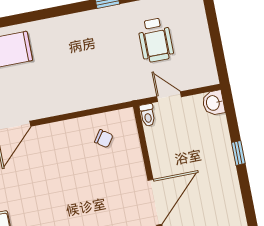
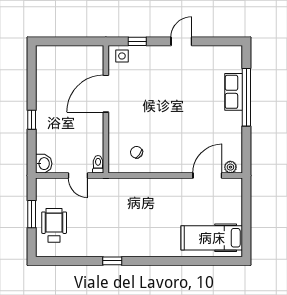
window: (216, 39) -> (32, 214), added
wheelchair: (156, 40) -> (54, 225), moved

